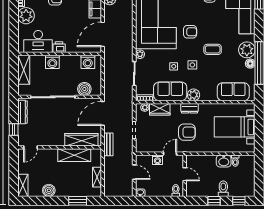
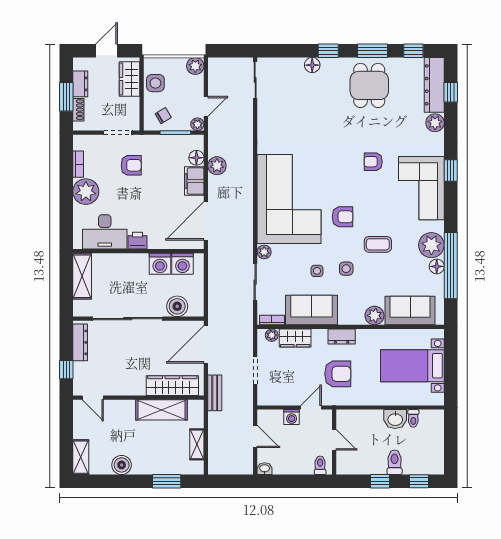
washing machine: (52, 62) -> (160, 264), moved
plant: (194, 95) -> (375, 316), moved
door: (30, 147) -> (93, 398), hinge flipped

